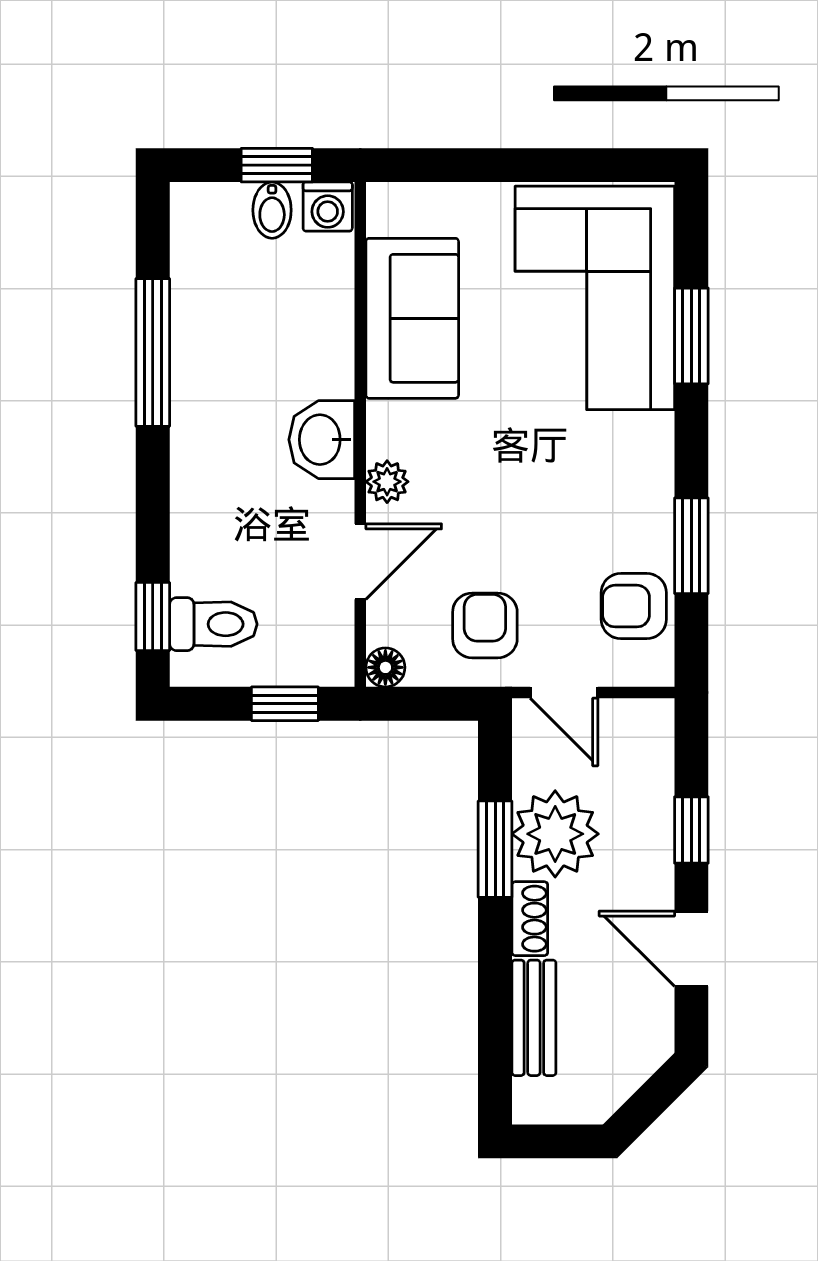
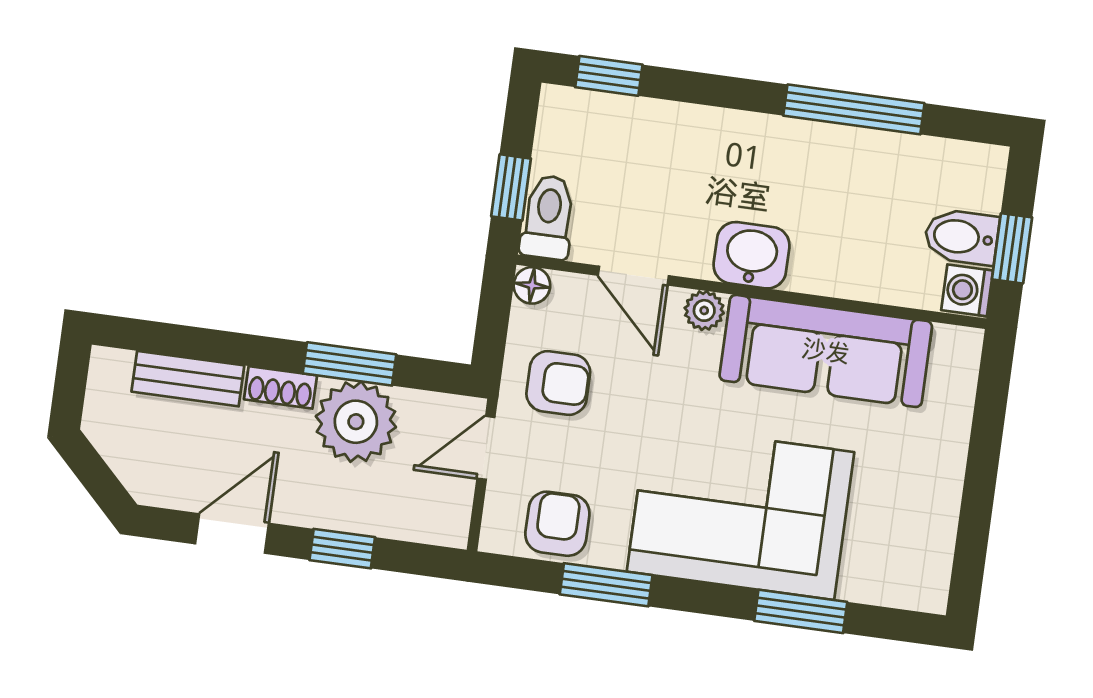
bidet: (272, 210) -> (961, 237), width x1.38, depth x1.36
corner sofa: (595, 298) -> (740, 512), moved
sofa: (412, 318) -> (826, 351), width x1.36
toilet: (213, 624) -> (548, 217), moved, turned 180

